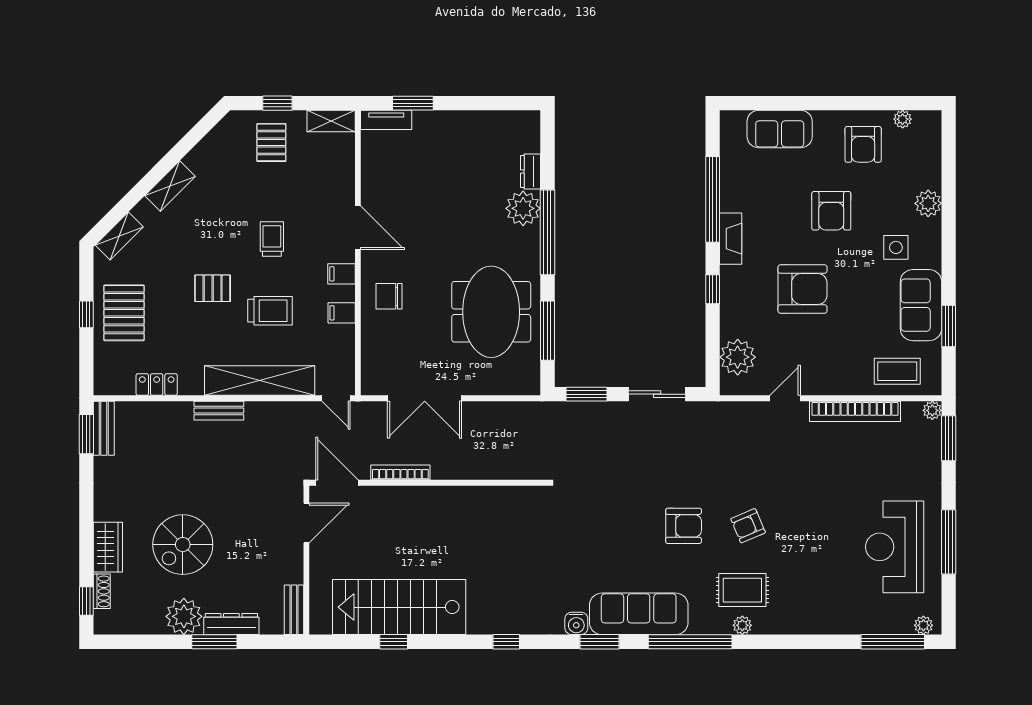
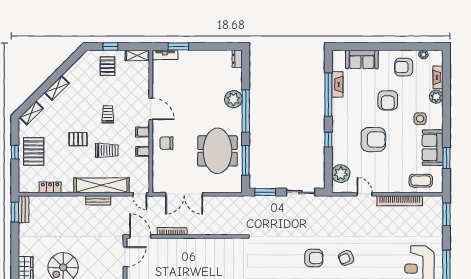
armchair: (863, 144) -> (404, 67), turned 90
fireplace: (932, 165) -> (438, 77), added
dresser: (531, 172) -> (237, 59), moved
fireplace: (731, 239) -> (337, 84), moved
door: (785, 398) -> (365, 194), hinge flipped
plant: (932, 410) -> (438, 200), removed
bench: (219, 411) -> (98, 200), moved

